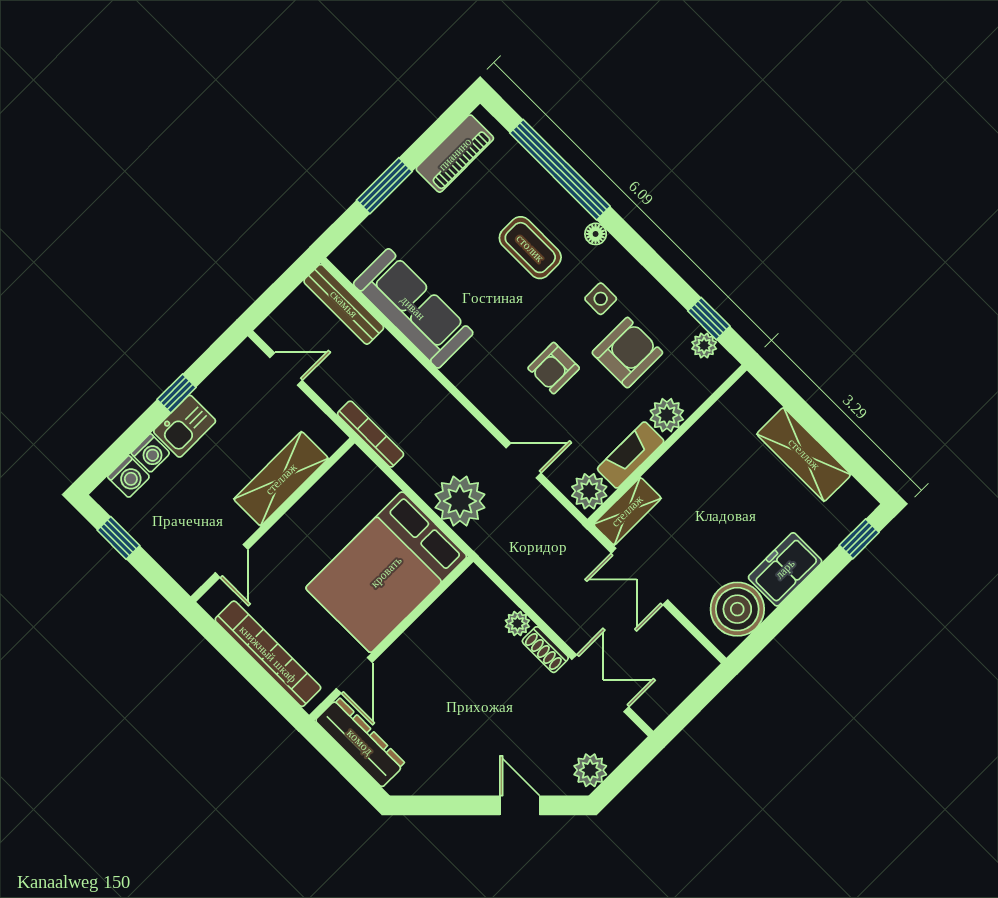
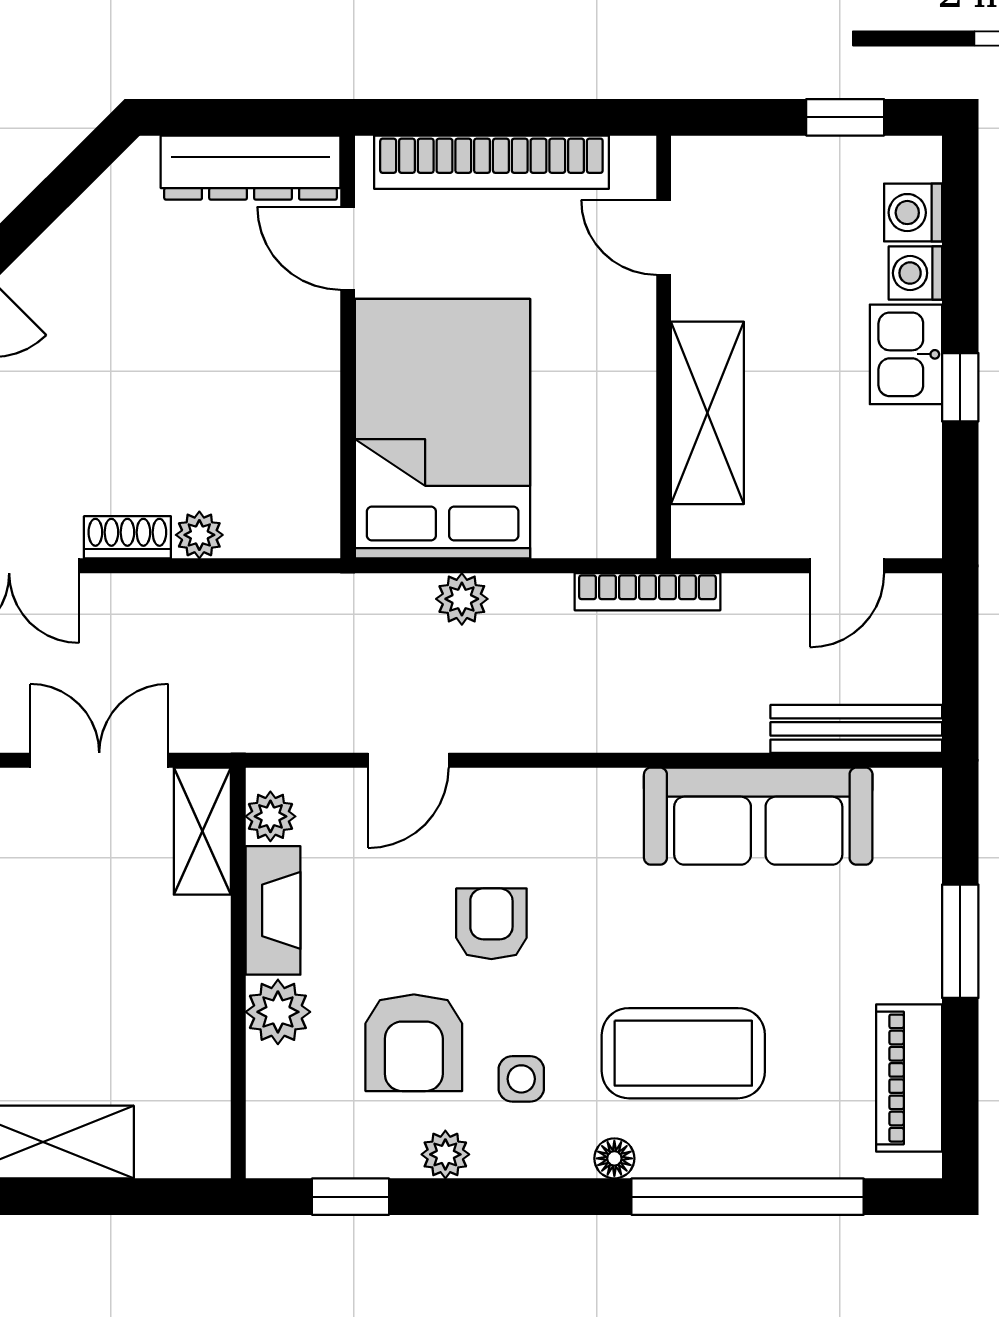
coffee table: (530, 248) -> (683, 1053), width x1.36, depth x1.32
plant: (704, 345) -> (445, 1154), moved
plant: (589, 491) -> (270, 816), width x0.73, depth x0.73
plant: (460, 501) -> (462, 599), width x0.53, depth x0.53

